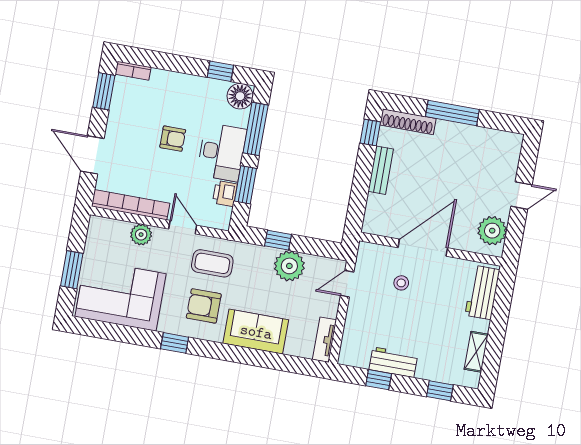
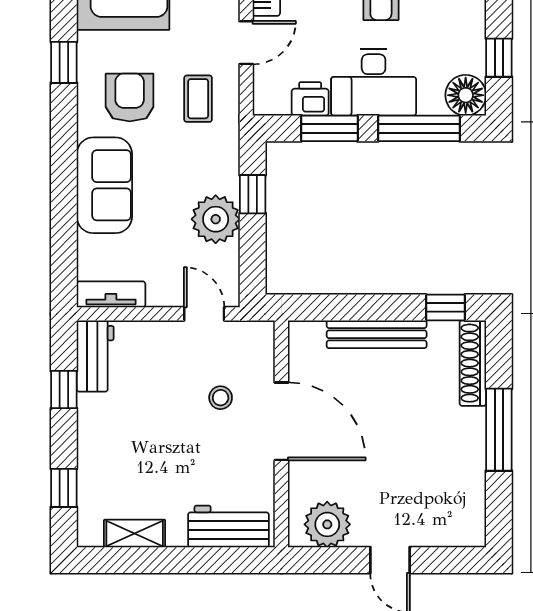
bench: (381, 170) -> (377, 334), width x1.36
coffee table: (212, 263) -> (198, 99), width x0.73, depth x0.77
workbench: (393, 362) -> (95, 356), moved

